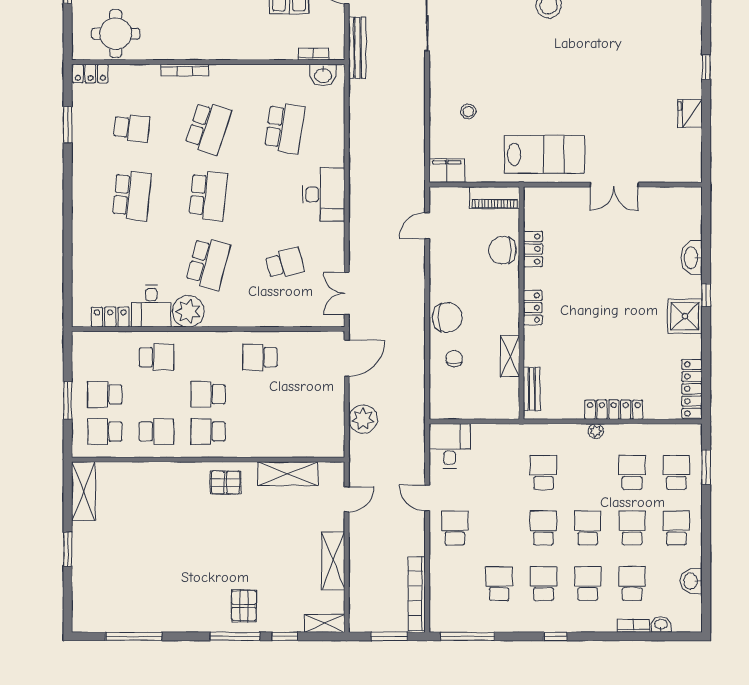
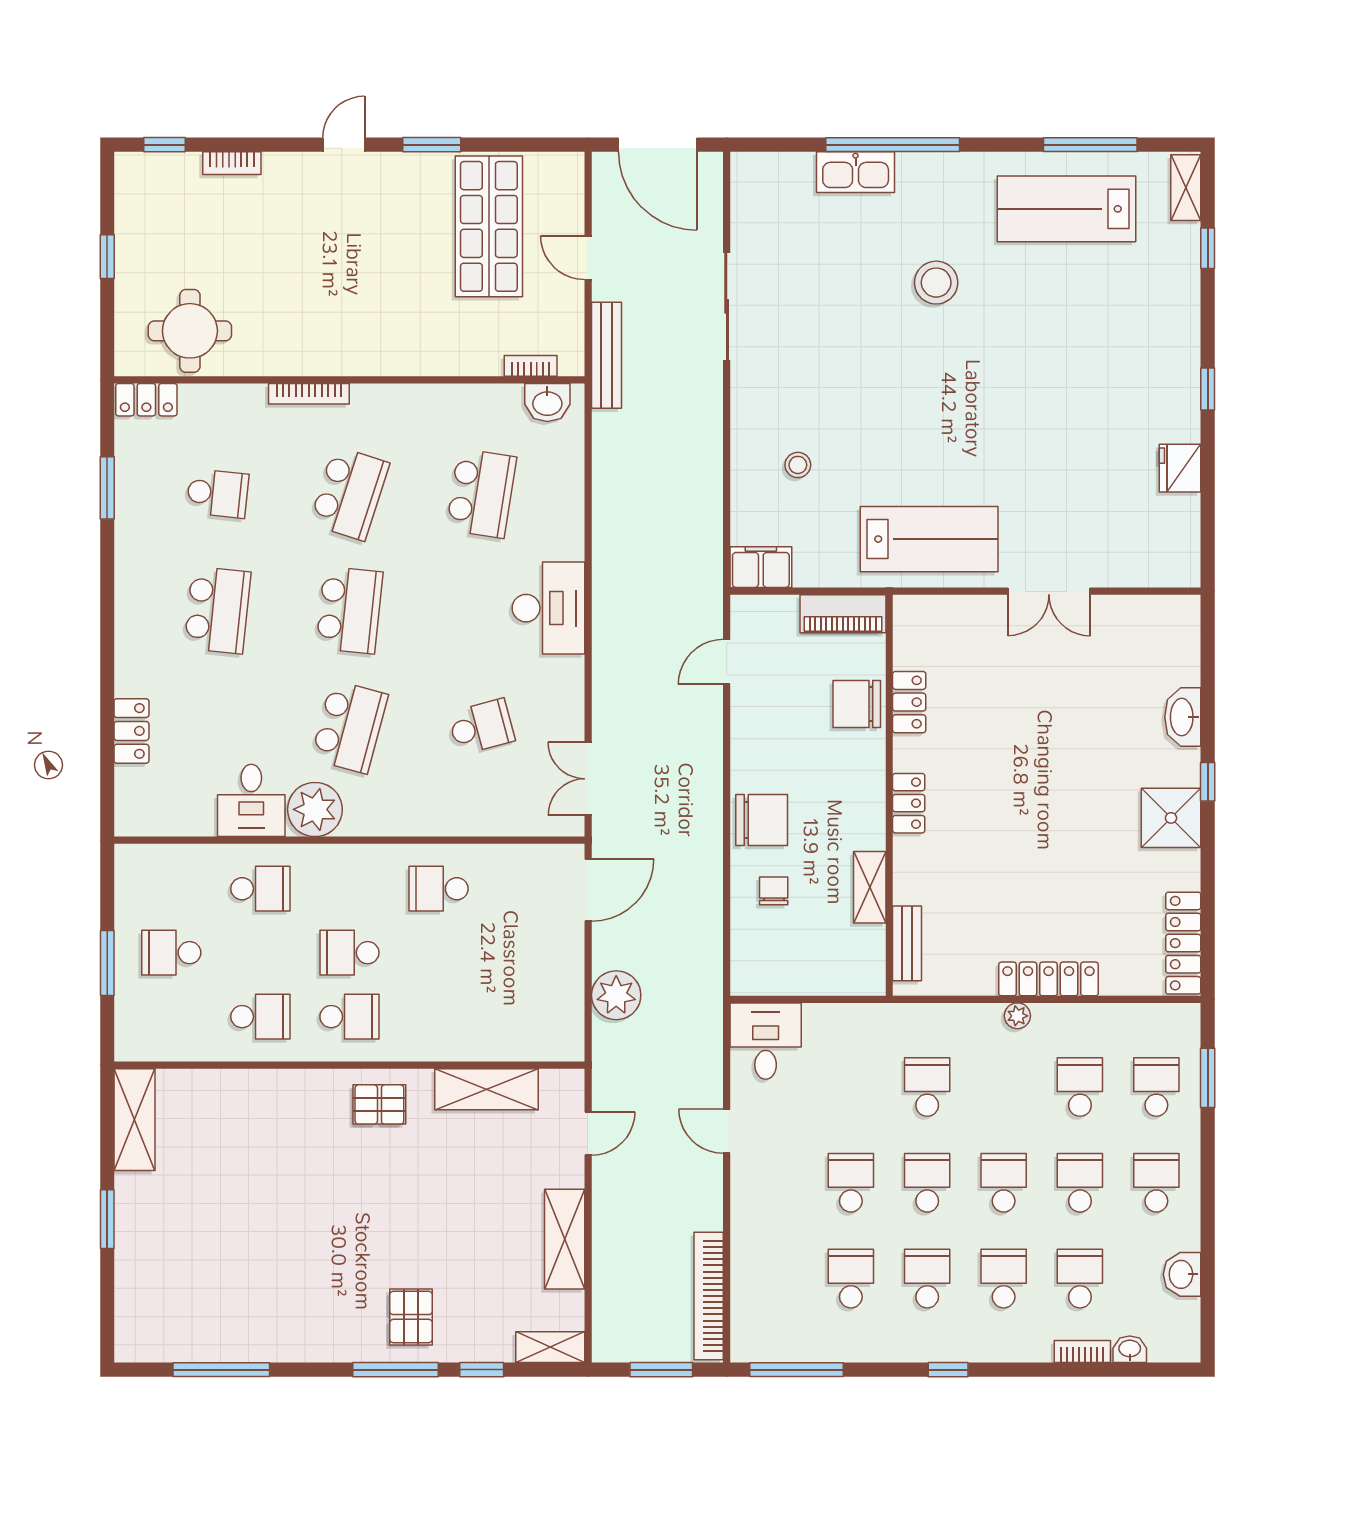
locker: (110, 317) -> (131, 731), moved, turned 90
school desk: (105, 432) -> (171, 1017), removed
school desk: (208, 432) -> (349, 1017), turned 180
school desk: (455, 528) -> (851, 1183), moved

